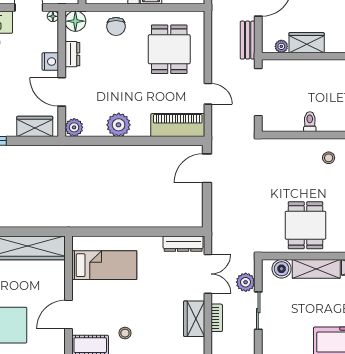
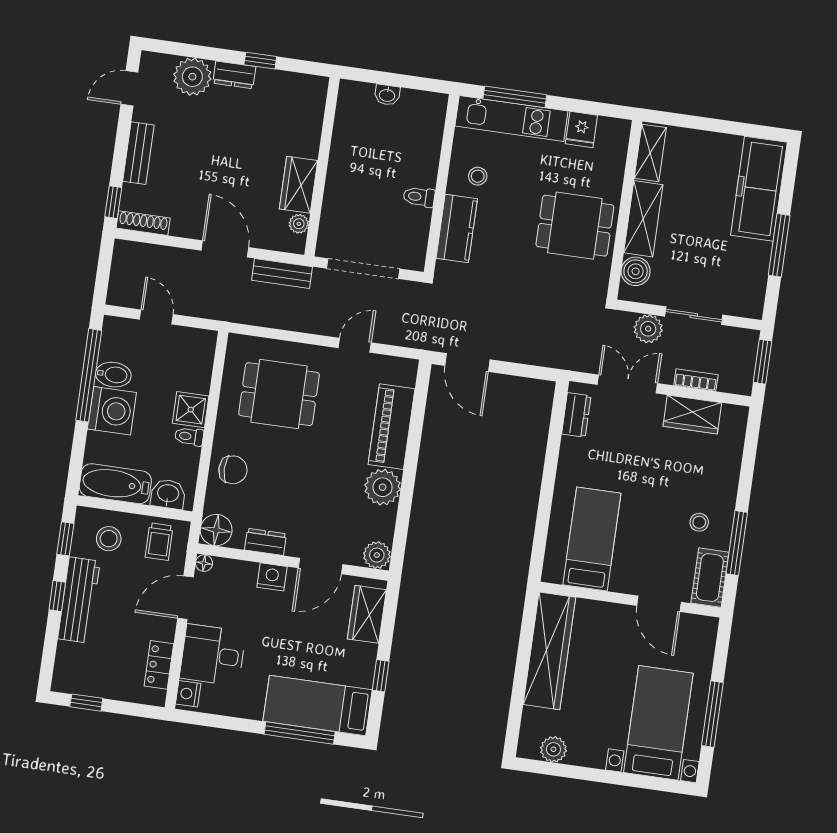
piano: (178, 125) -> (392, 427), moved
kitchen counter: (293, 149) -> (457, 228), added
dresser: (183, 244) -> (576, 415), width x0.70

